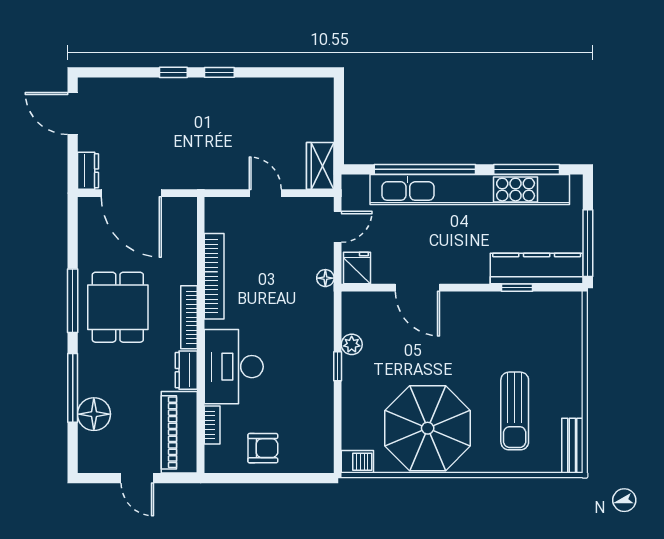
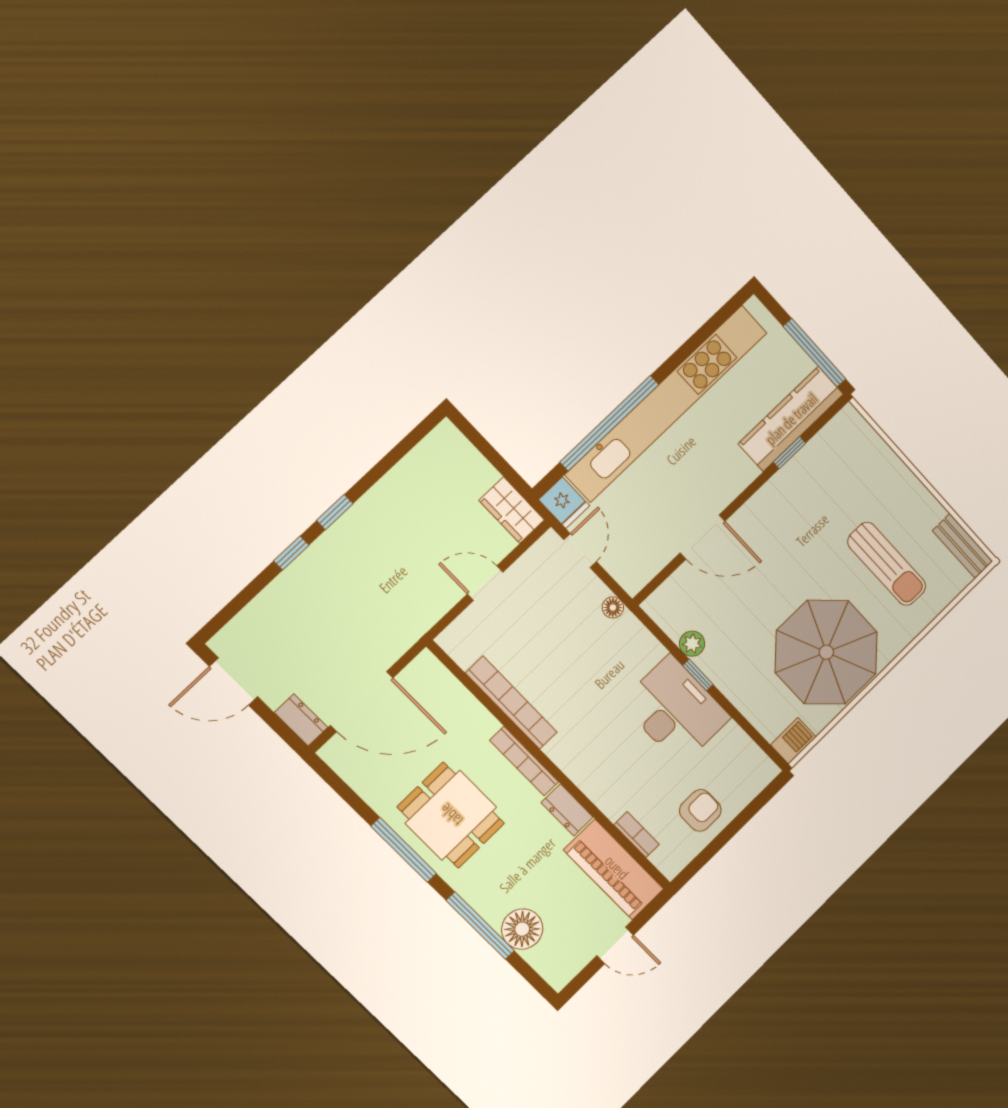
window: (527, 169) -> (700, 336), removed
fridge: (357, 268) -> (564, 503), moved, turned 180
desk: (234, 367) -> (675, 710), moved, turned 180

